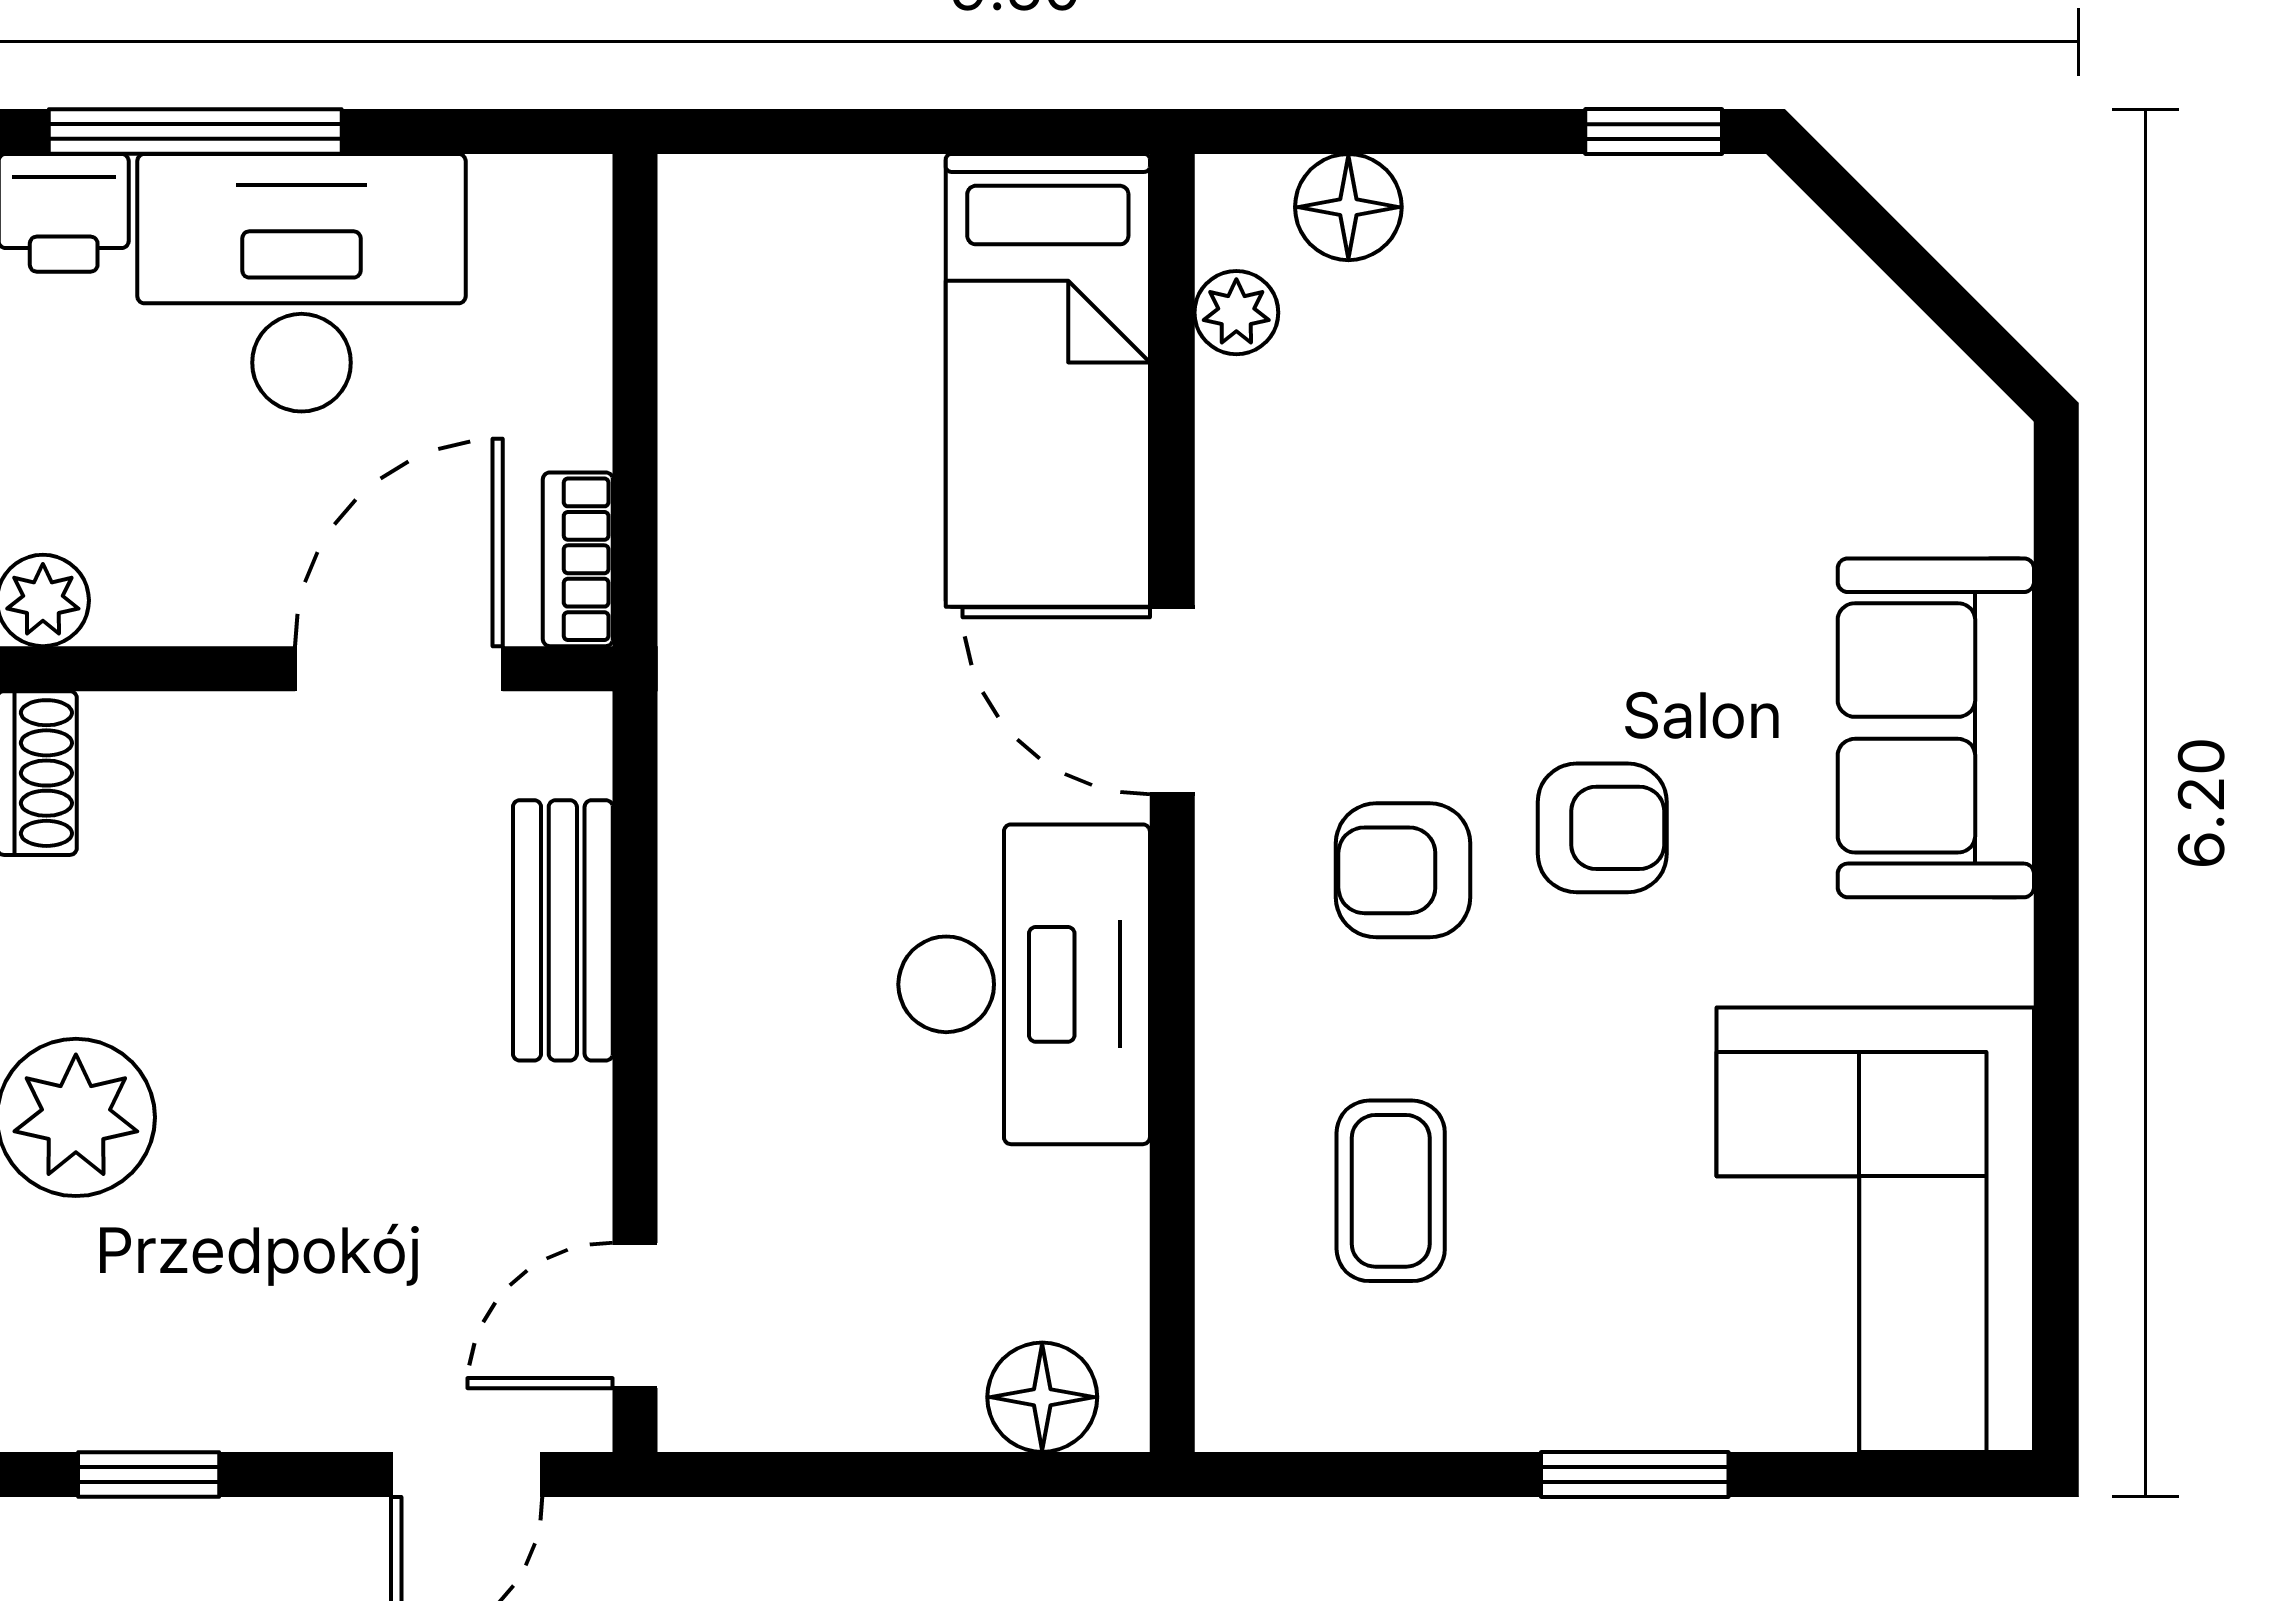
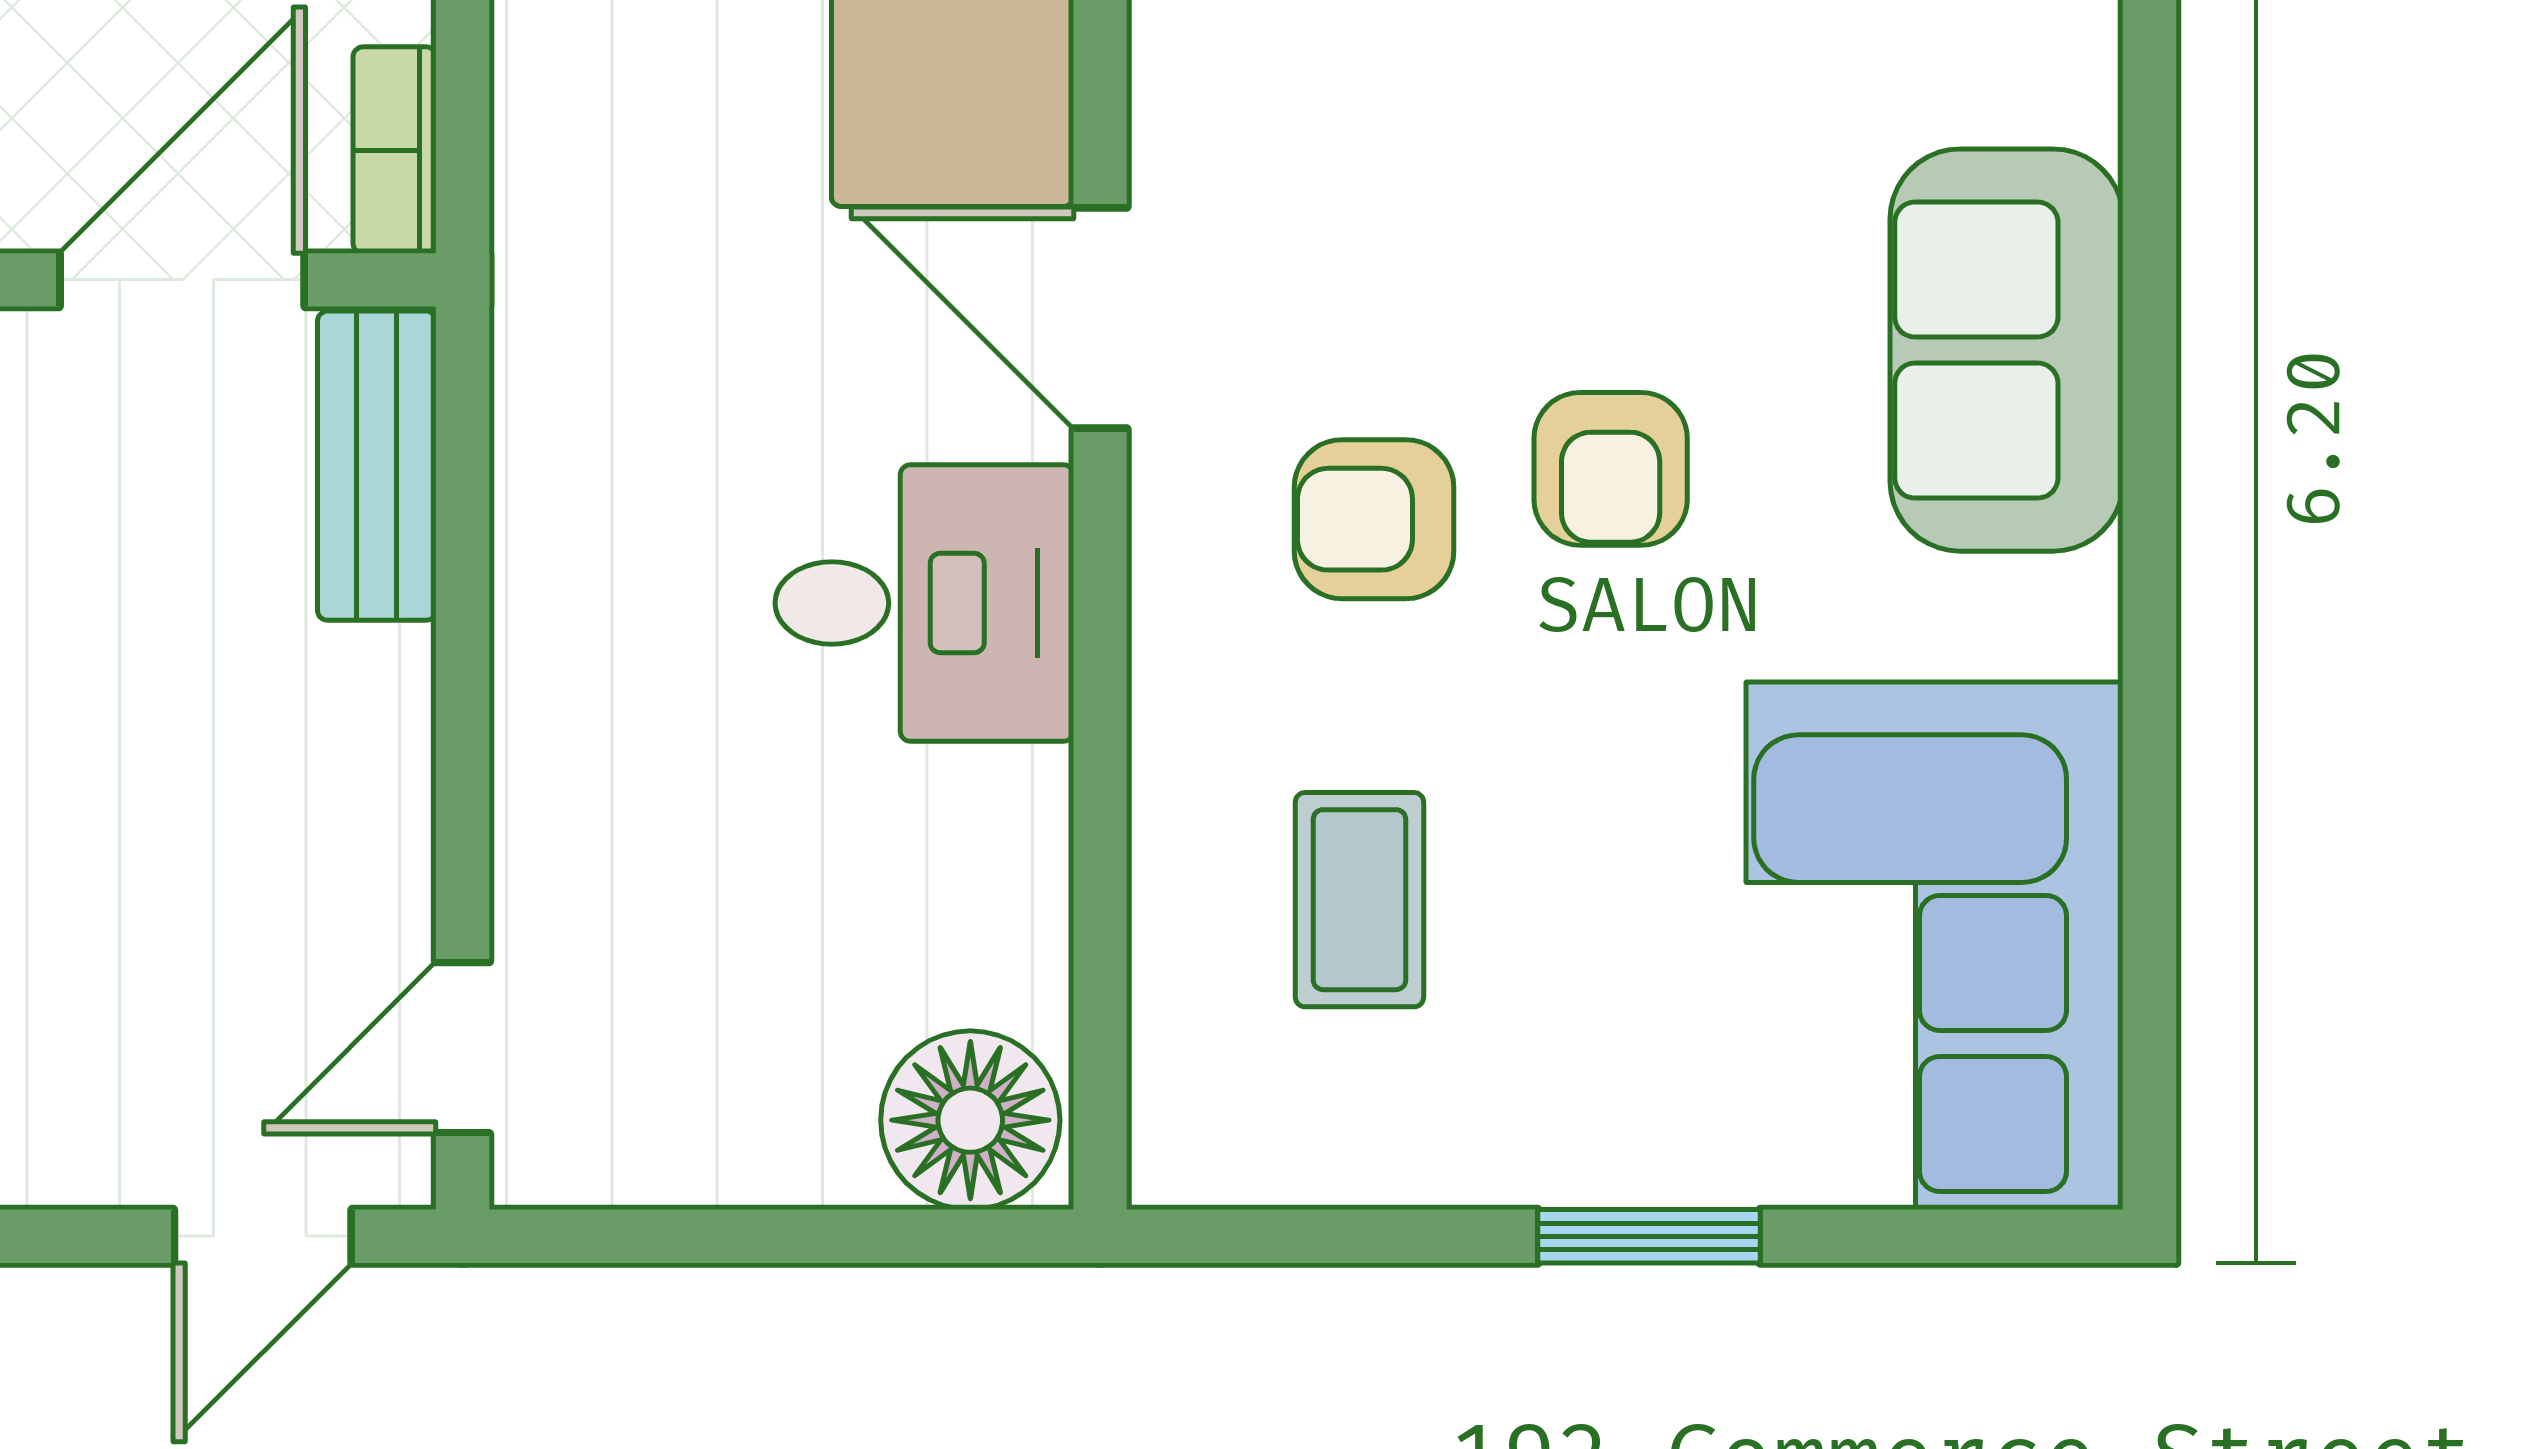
armchair: (1602, 828) -> (1611, 469), turned 90
bench: (563, 930) -> (377, 466), moved
desk: (1024, 984) -> (924, 603), width x0.73
floor lamp: (1042, 1397) -> (970, 1120), width x1.38, depth x1.38

